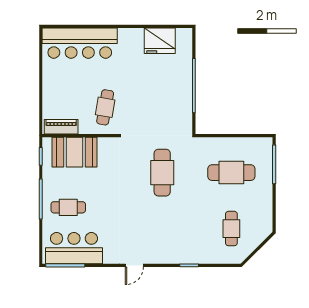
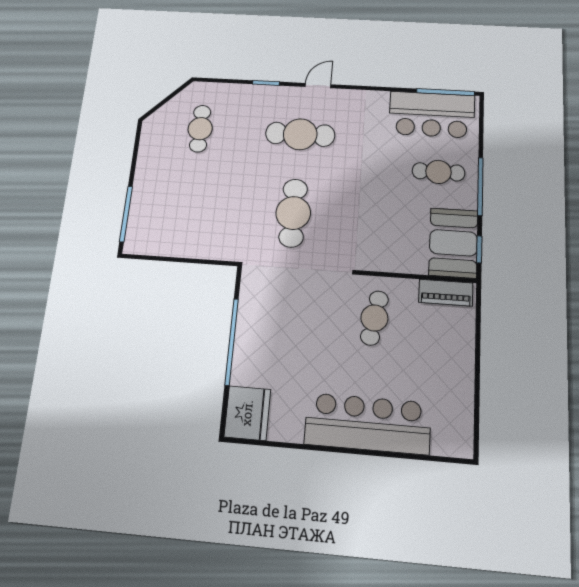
fridge: (160, 41) -> (247, 413), moved, turned 90
bar counter: (80, 43) -> (368, 424), moved
booth: (74, 152) -> (453, 243), moved, turned 90
cafe table: (231, 173) -> (300, 134), moved
door: (134, 265) -> (318, 86), moved

